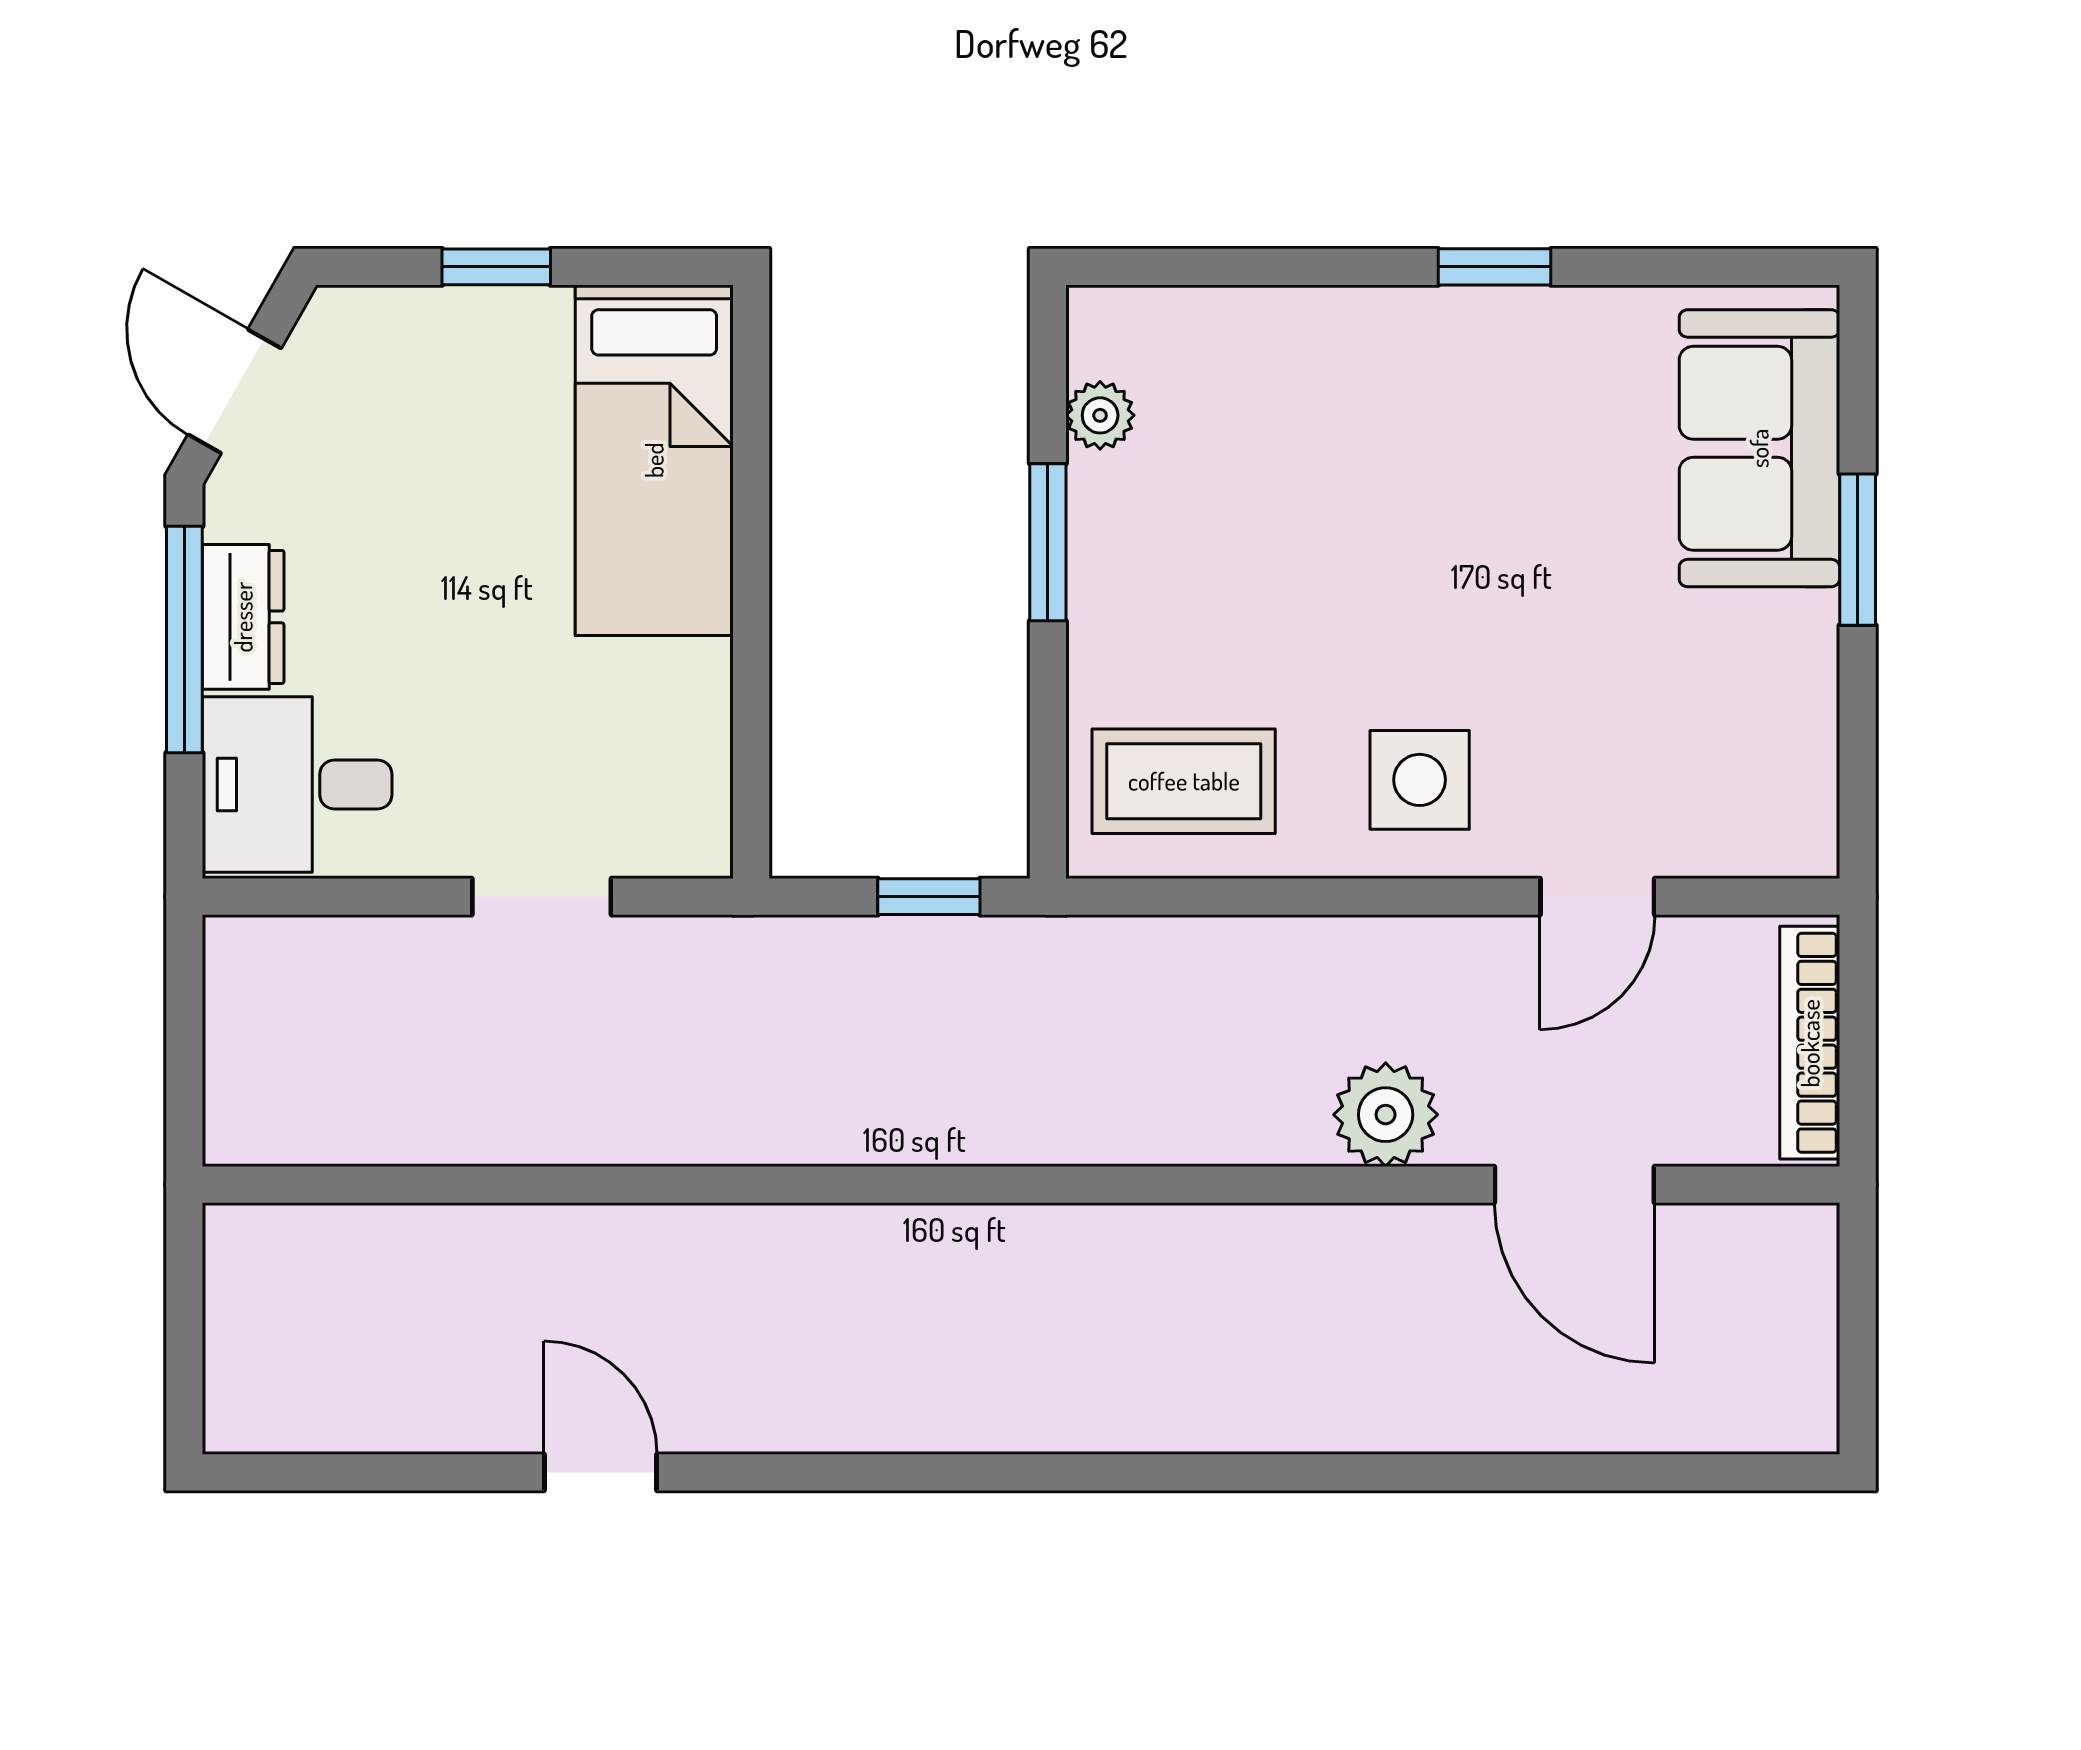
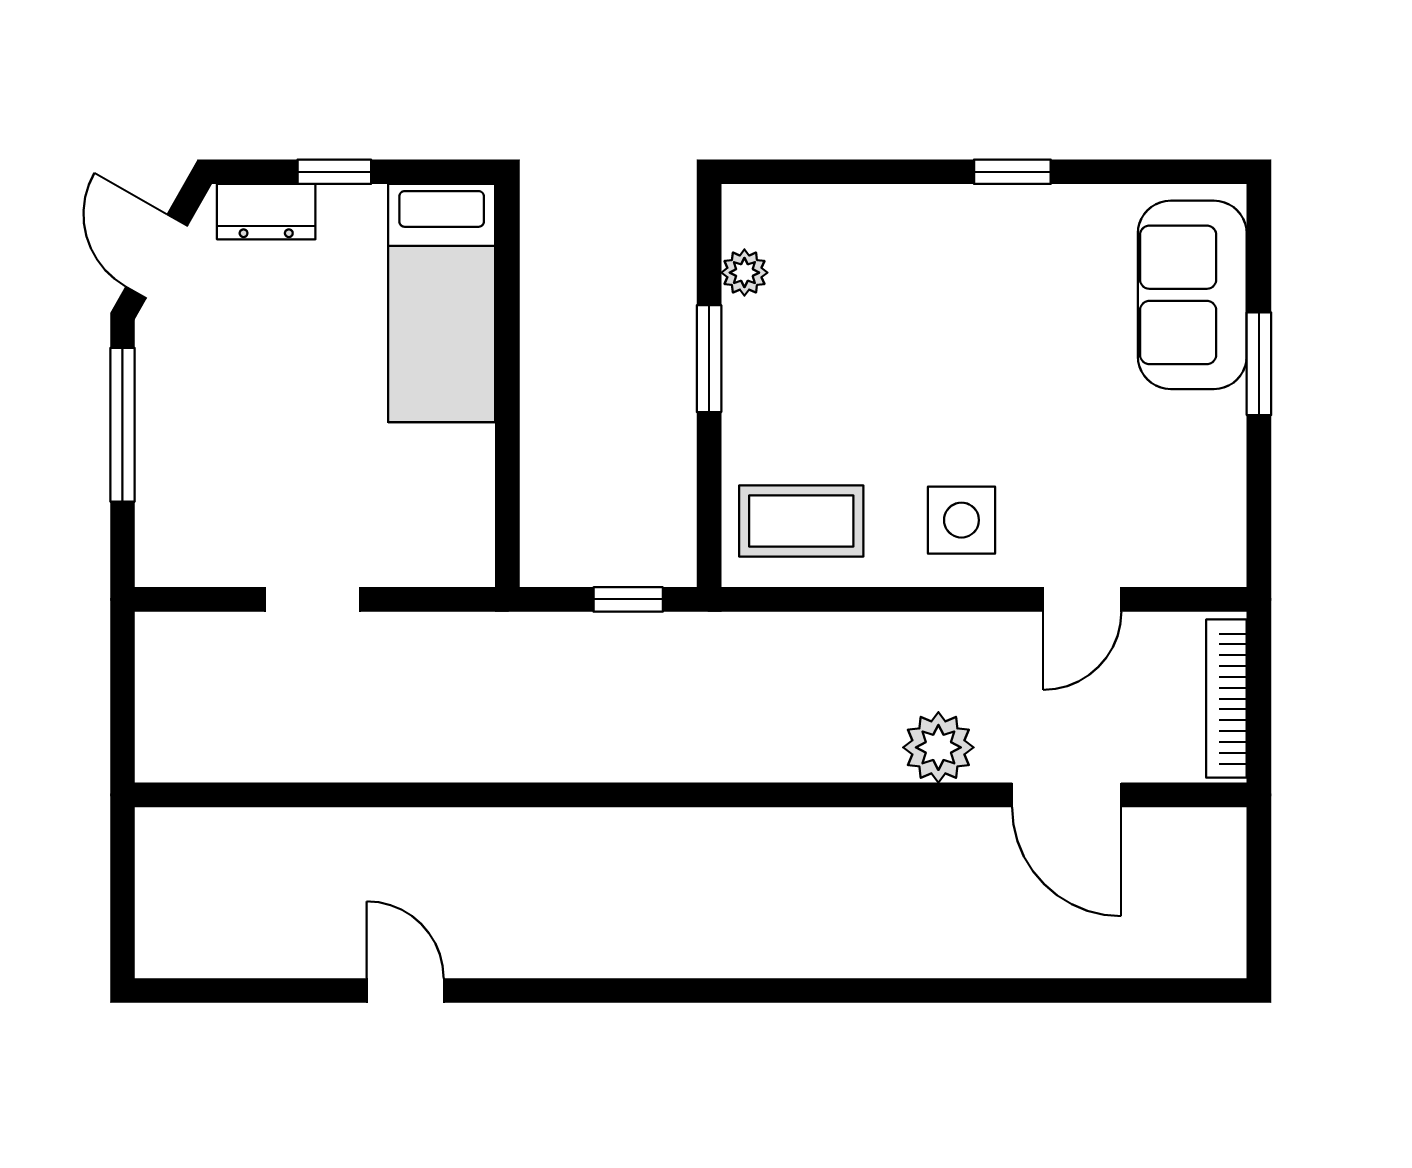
dresser: (243, 617) -> (266, 212), moved, turned 90
desk: (297, 784) -> (199, 523), removed
doorway: (542, 897) -> (312, 599), moved

